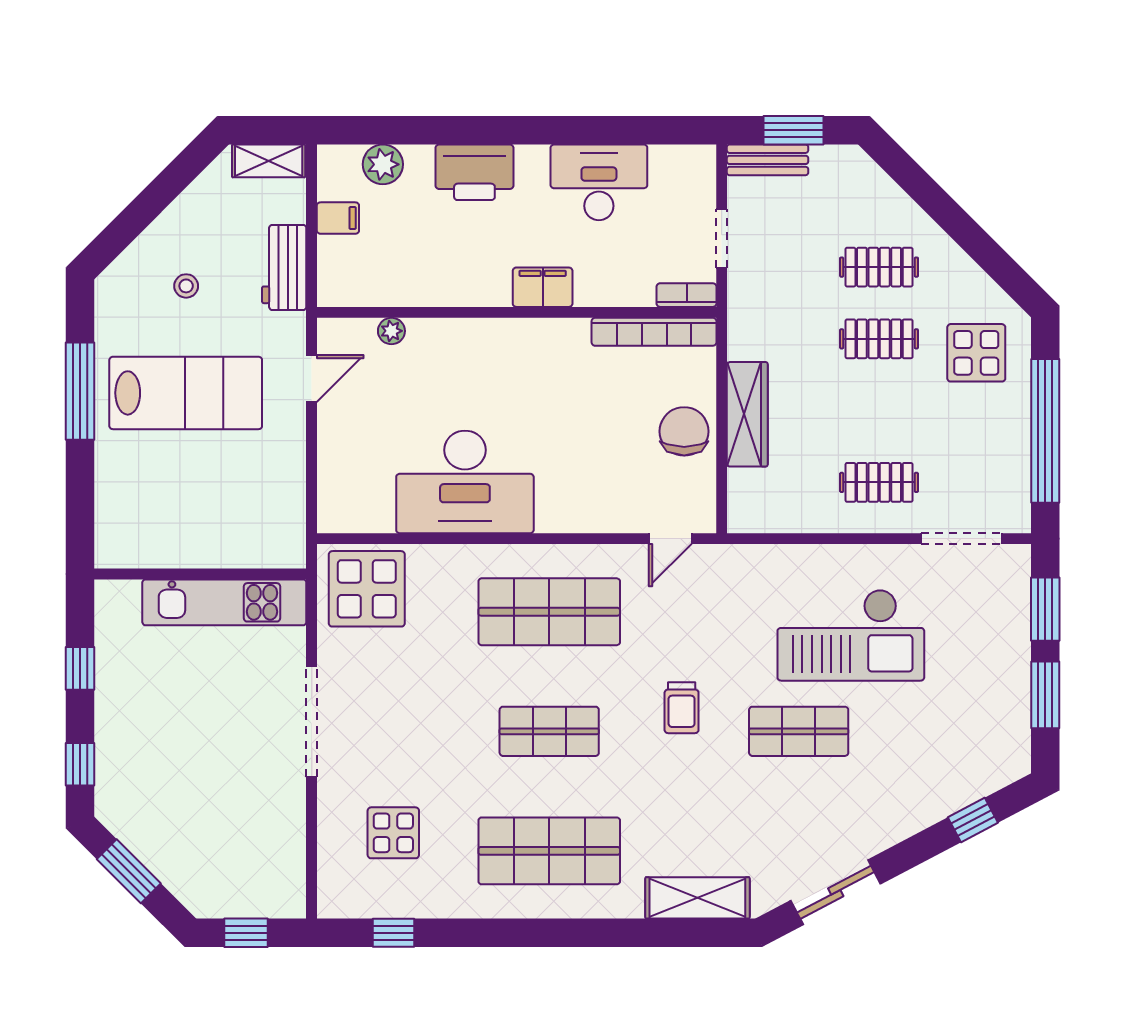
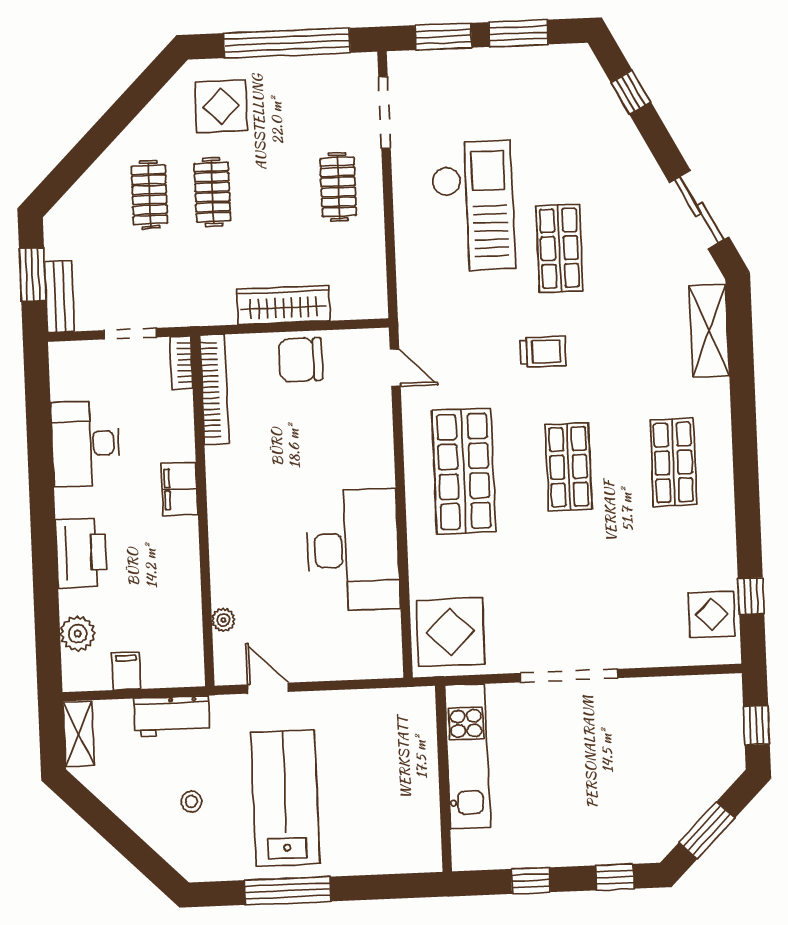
display table: (393, 833) -> (712, 614), moved
shop shelf: (549, 851) -> (673, 462), width x0.70, depth x0.74

